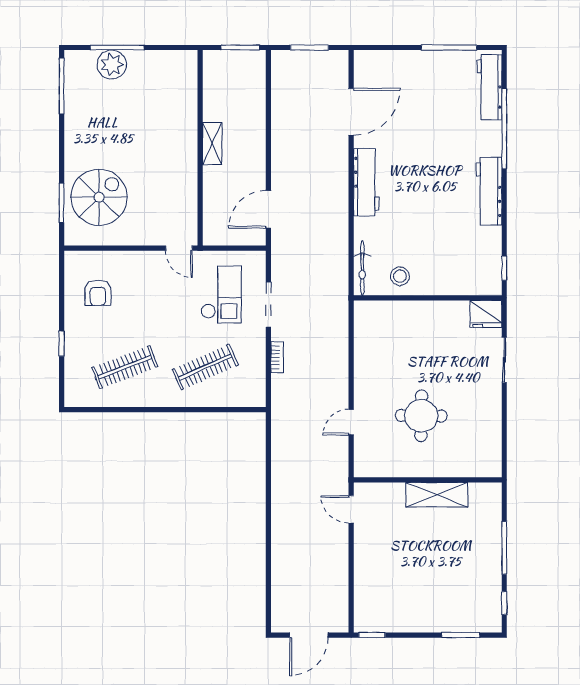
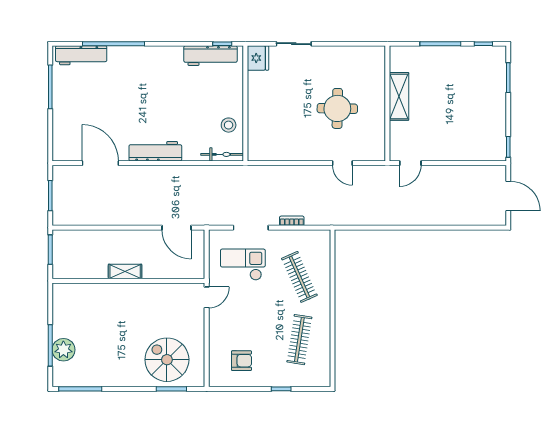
workbench: (489, 191) -> (211, 56), moved
clothes rail: (125, 367) -> (299, 340), turned 30

